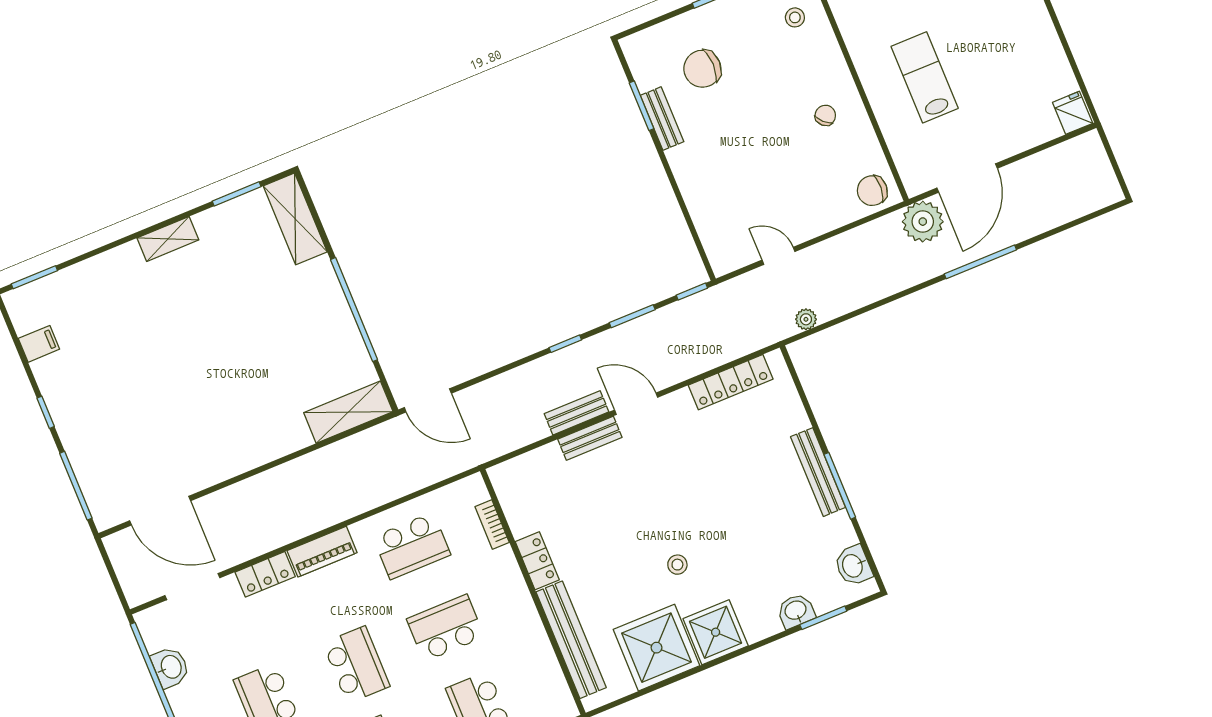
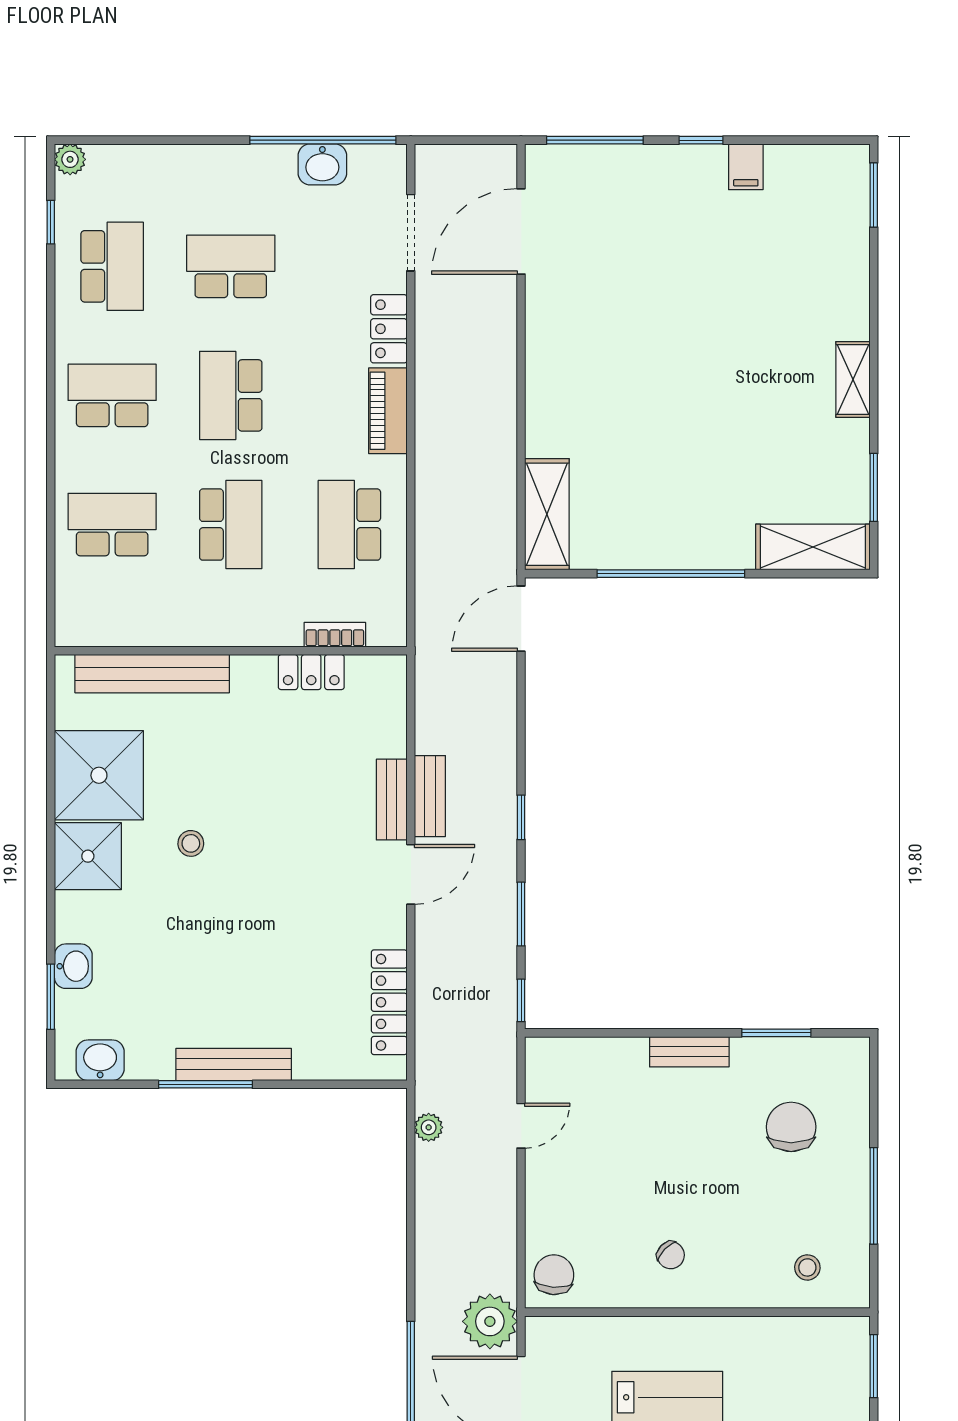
bench: (662, 119) -> (689, 1052), moved
filing cabinet: (39, 344) -> (746, 167), moved
locker: (537, 561) -> (311, 672), moved
school desk: (356, 665) -> (231, 395), turned 90

